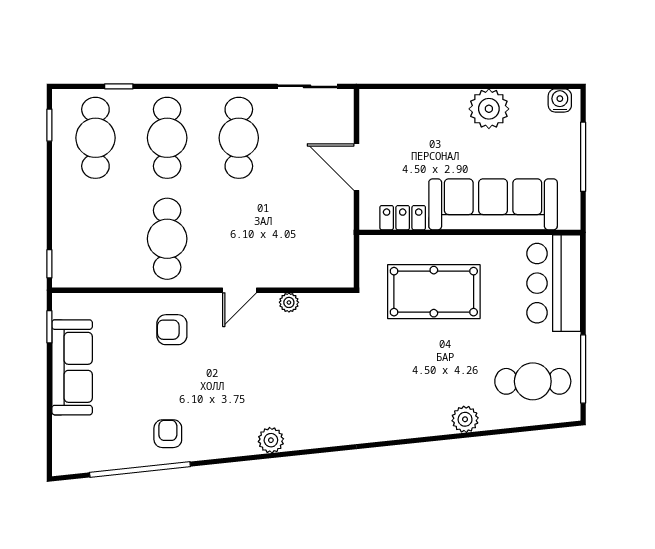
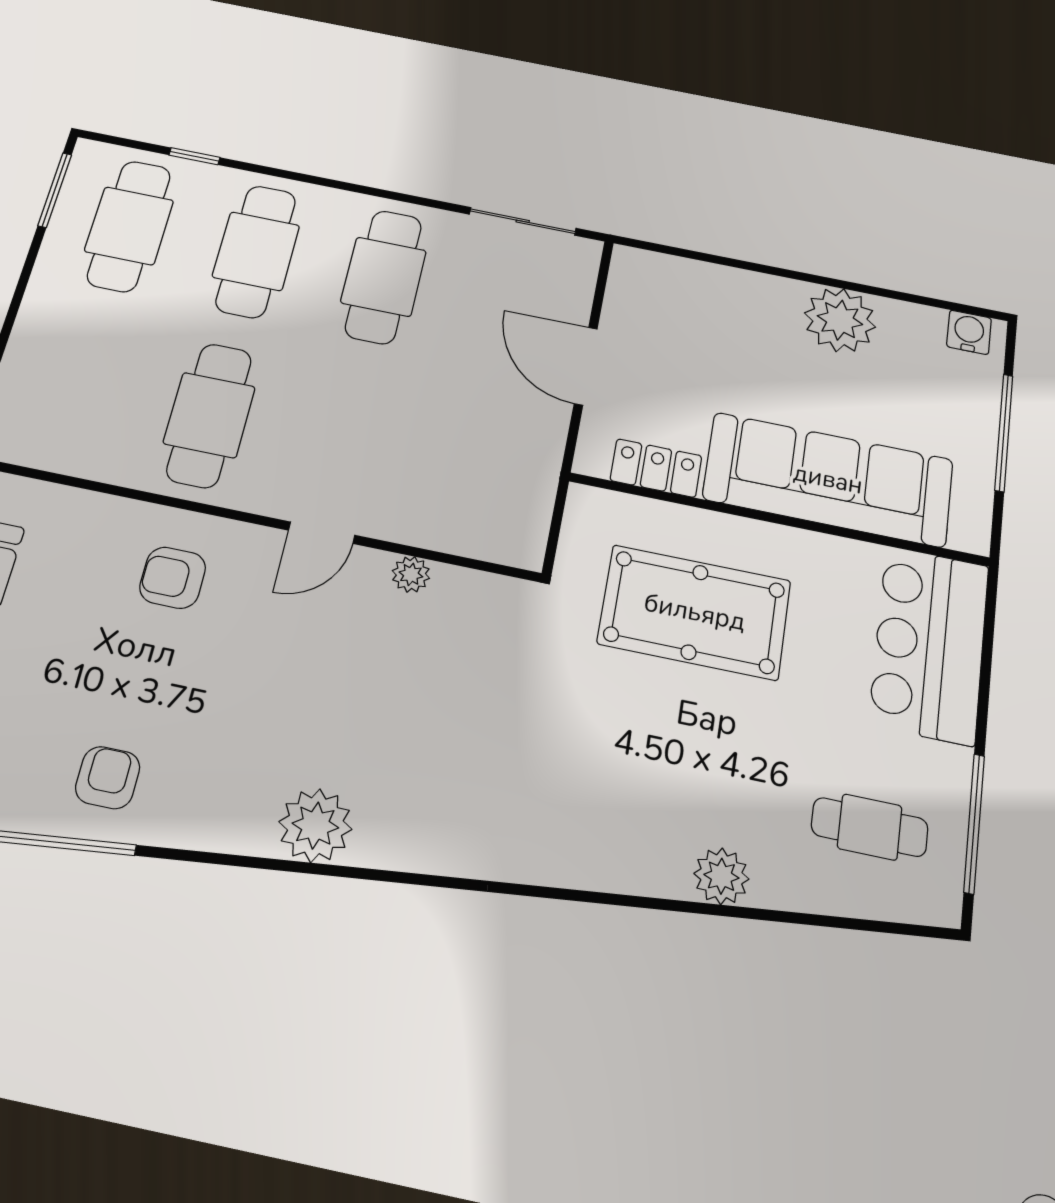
window: (49, 125) -> (55, 190), width x1.50
cafe table: (533, 381) -> (870, 827), width x0.73, depth x0.74
plant: (271, 440) -> (315, 825), width x1.36, depth x1.36

